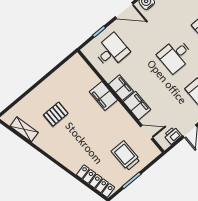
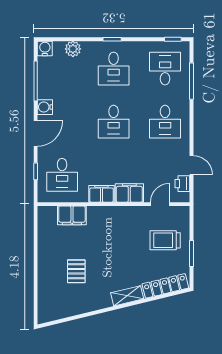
desk: (112, 51) -> (62, 175), turned 180
filing cabinet: (103, 96) -> (72, 215), moved
shelving: (24, 129) -> (127, 296), moved

